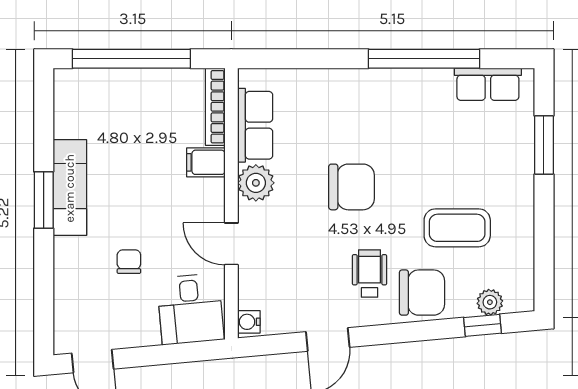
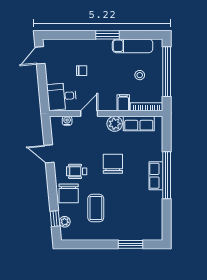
window: (424, 59) -> (167, 175), moved
row of seats: (488, 84) -> (156, 176), moved
stool: (140, 123) -> (140, 75), added
chair: (352, 187) -> (113, 164), turned 180
exam couch: (70, 188) -> (133, 46), moved
wheelchair: (370, 274) -> (77, 171), turned 180
water cooler: (249, 322) -> (67, 121), moved

